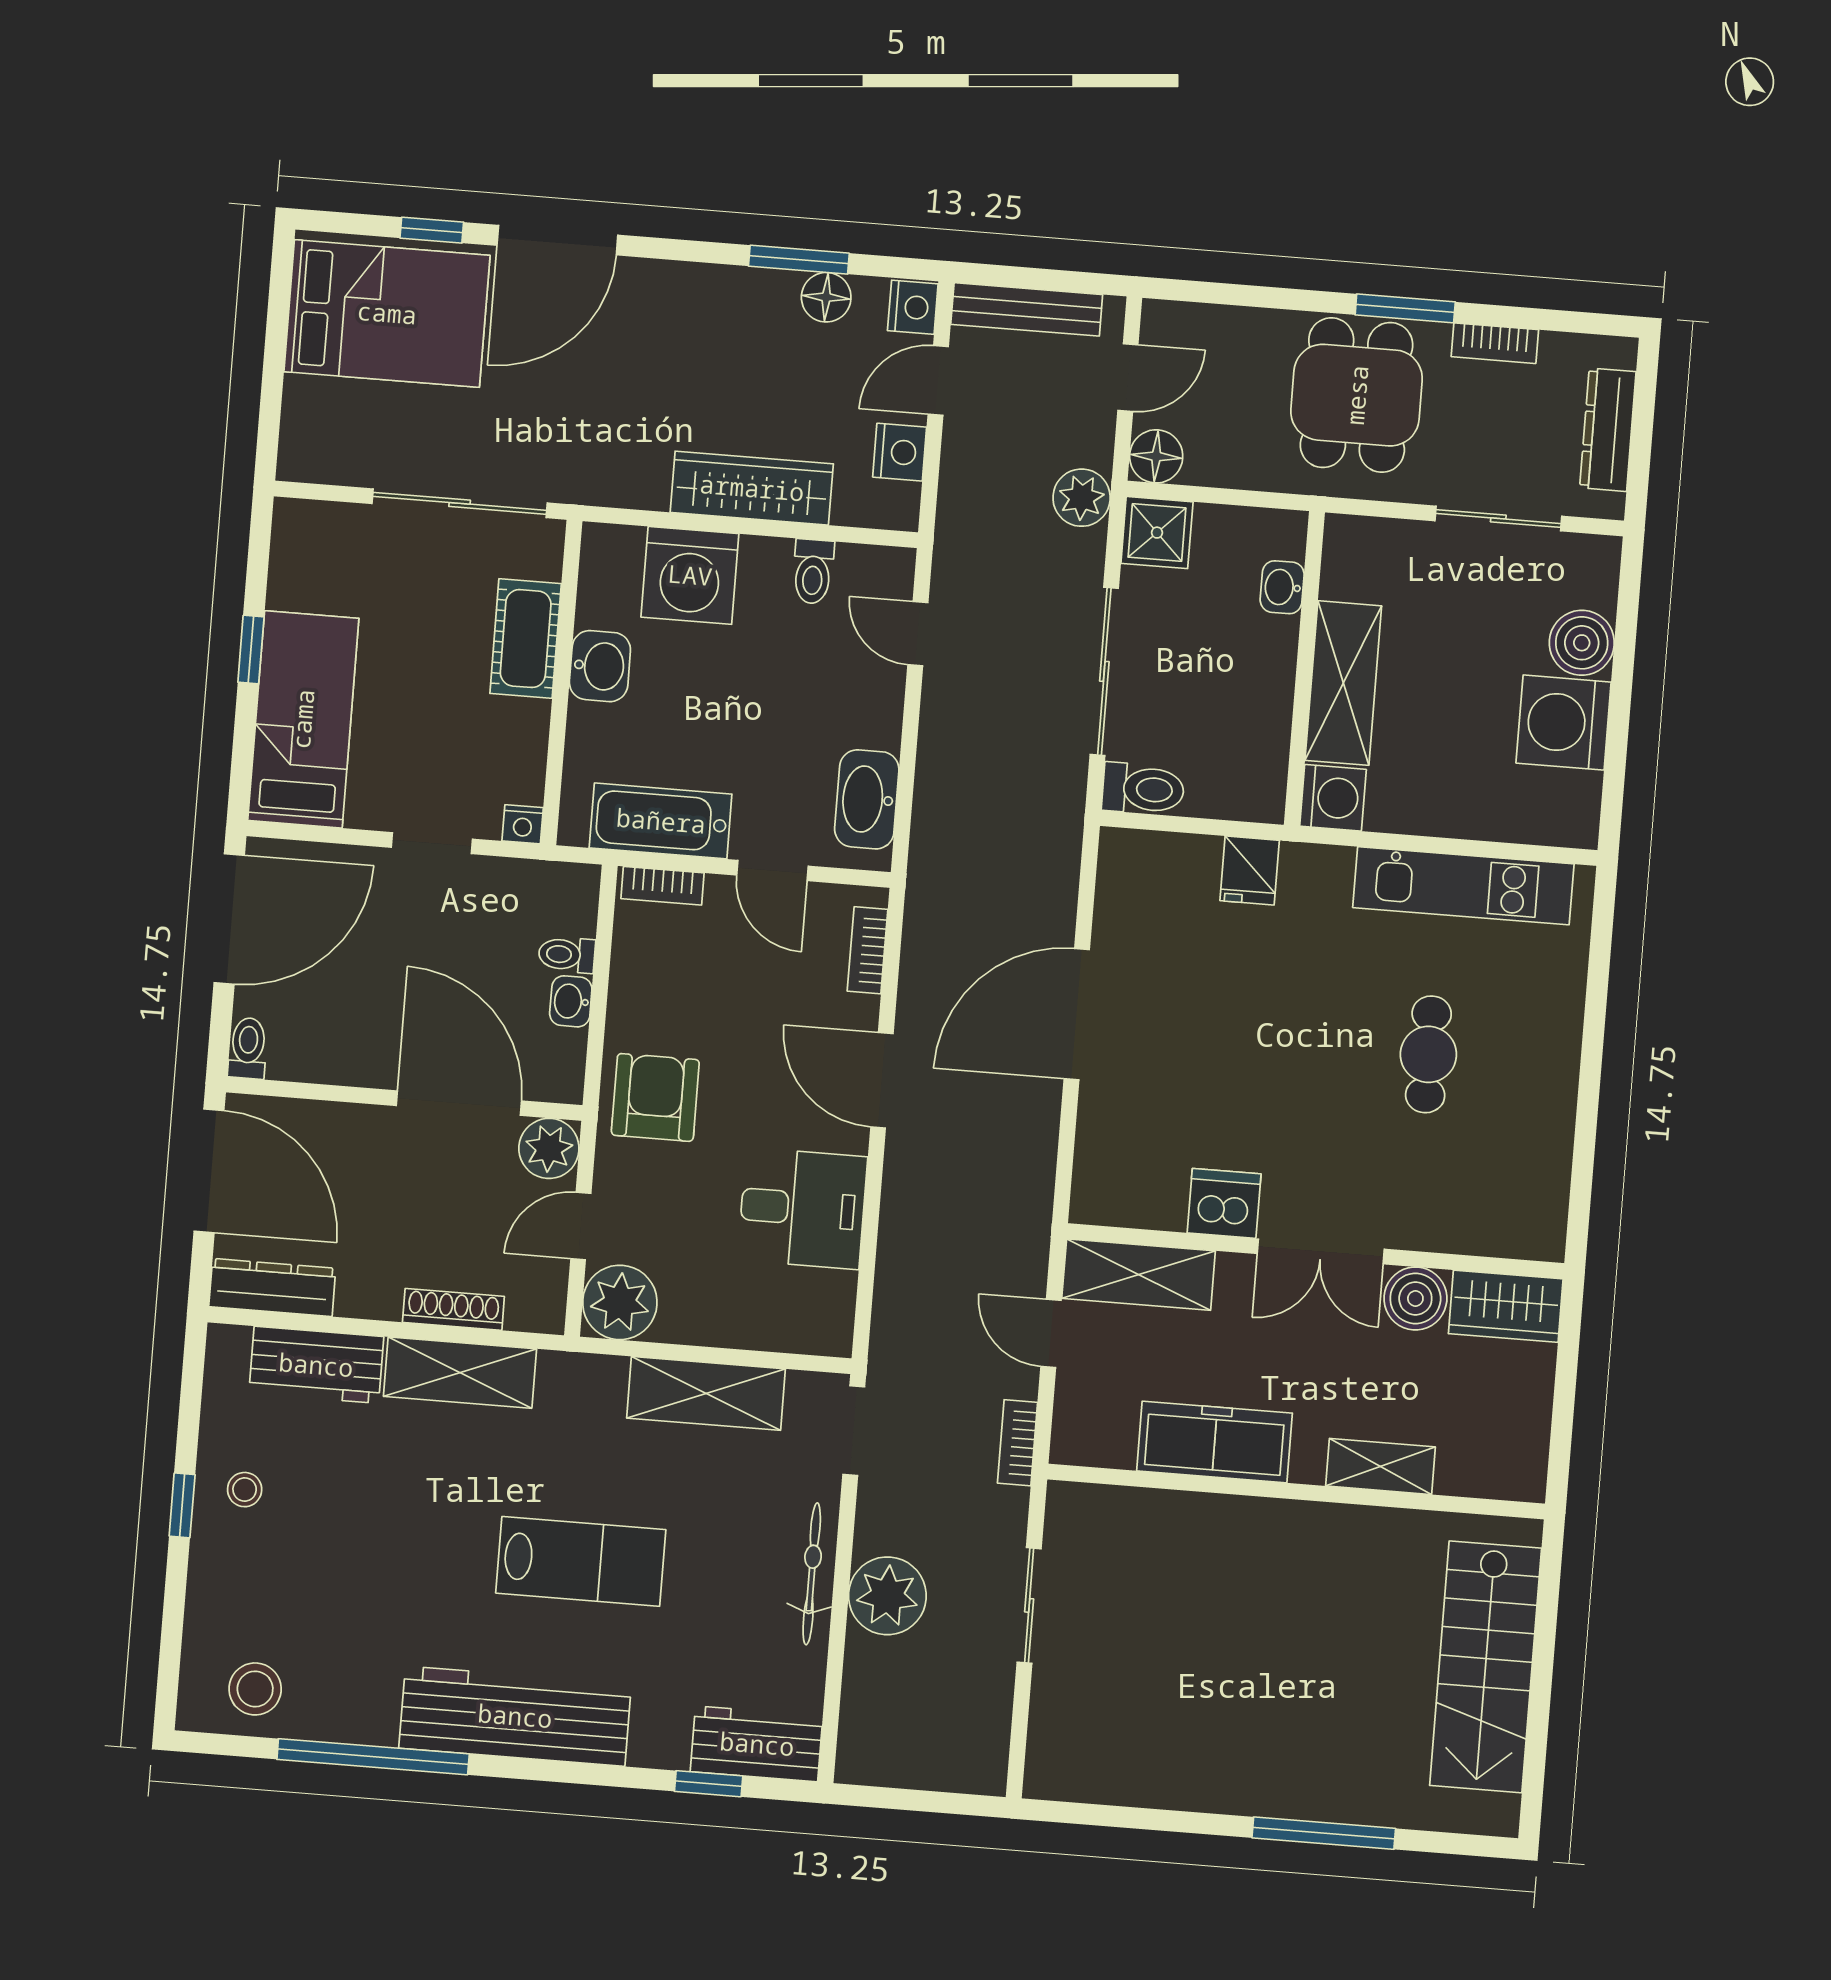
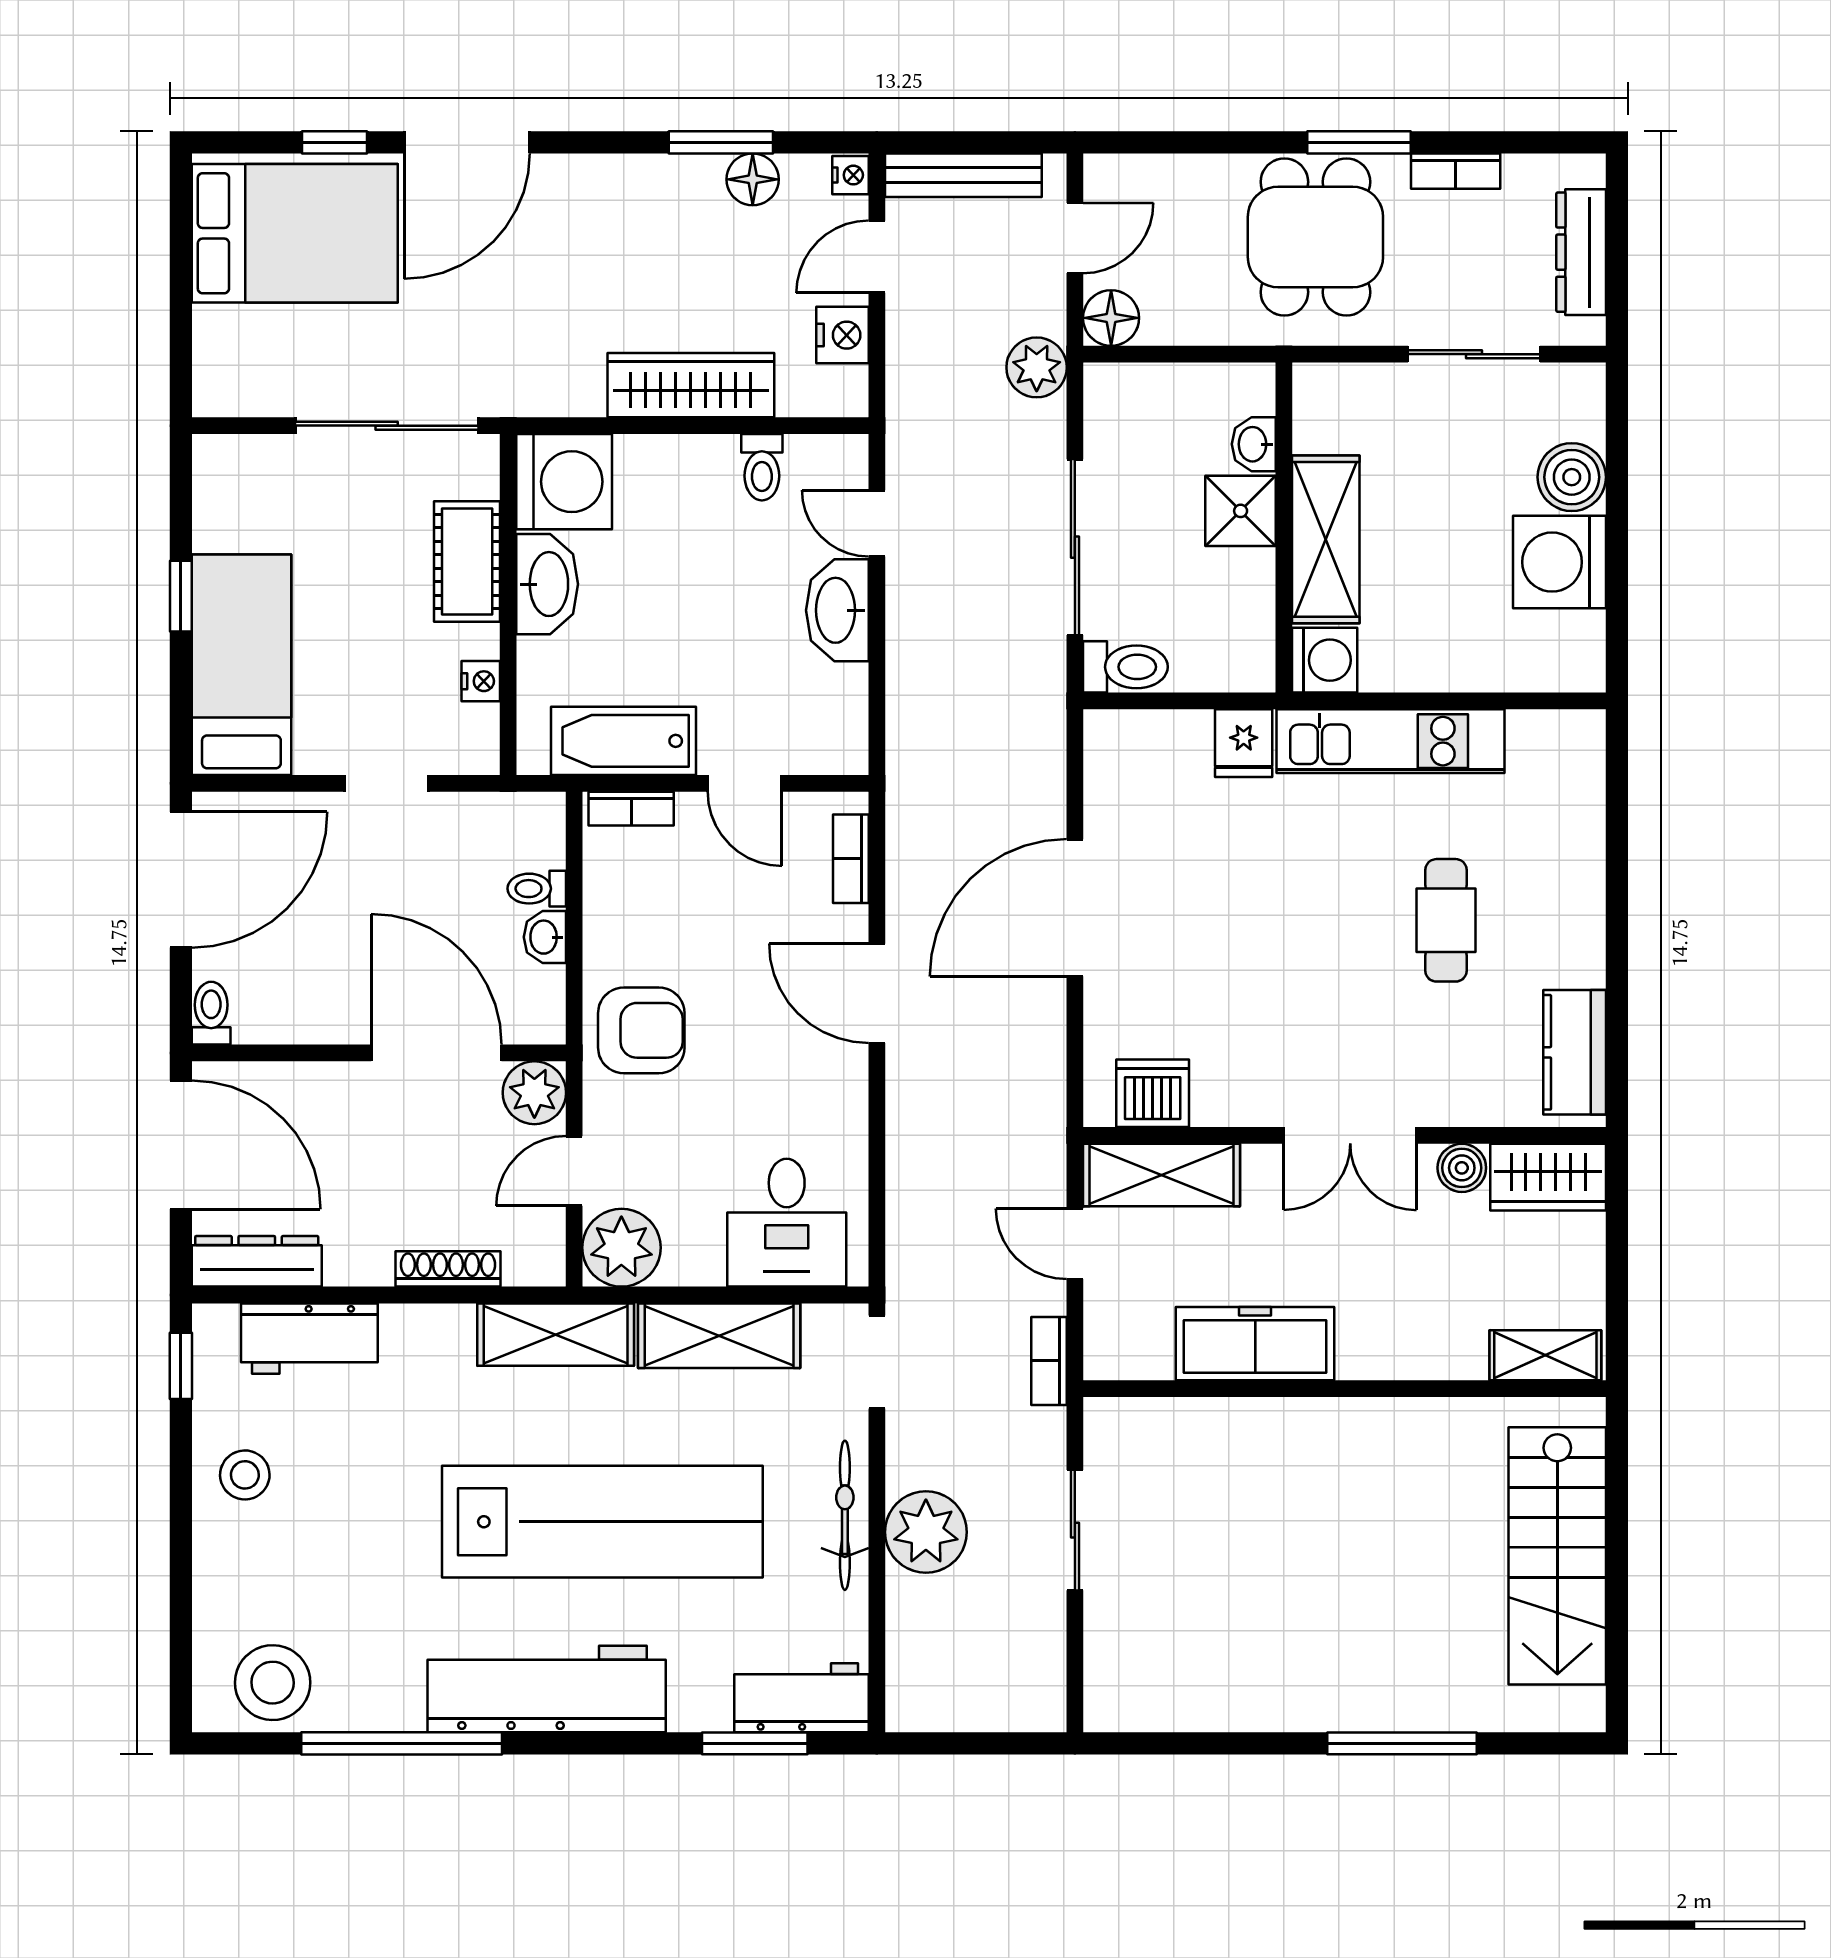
nightstand: (913, 307) -> (850, 175), width x0.72, depth x0.74
shower: (1157, 533) -> (1241, 511), moved
washing machine: (690, 575) -> (564, 482), moved, turned -90
washbasin: (600, 666) -> (547, 584), width x1.38
washbasin: (867, 799) -> (837, 610), moved
nightstand: (523, 824) -> (481, 681), moved, turned -90
kitchen unit: (1463, 886) -> (1391, 741), moved
armchair: (655, 1097) -> (641, 1030), turned 90
kitchen counter: (1541, 1190) -> (1575, 1052), added
dishwasher: (1224, 1203) -> (1153, 1093), moved
desk: (802, 1208) -> (787, 1223), moved, turned 90
boiler: (1415, 1298) -> (1462, 1168), width x0.73, depth x0.73
shelving: (460, 1373) -> (556, 1335), moved
shelving: (1380, 1466) -> (1545, 1355), moved
stool: (245, 1490) -> (245, 1475), width x1.37, depth x1.37
window: (182, 1505) -> (181, 1366), moved
lab bench: (581, 1561) -> (602, 1522), width x1.86, depth x1.39
stool: (255, 1689) -> (273, 1683), width x1.38, depth x1.38
window: (709, 1784) -> (755, 1743), width x1.50

